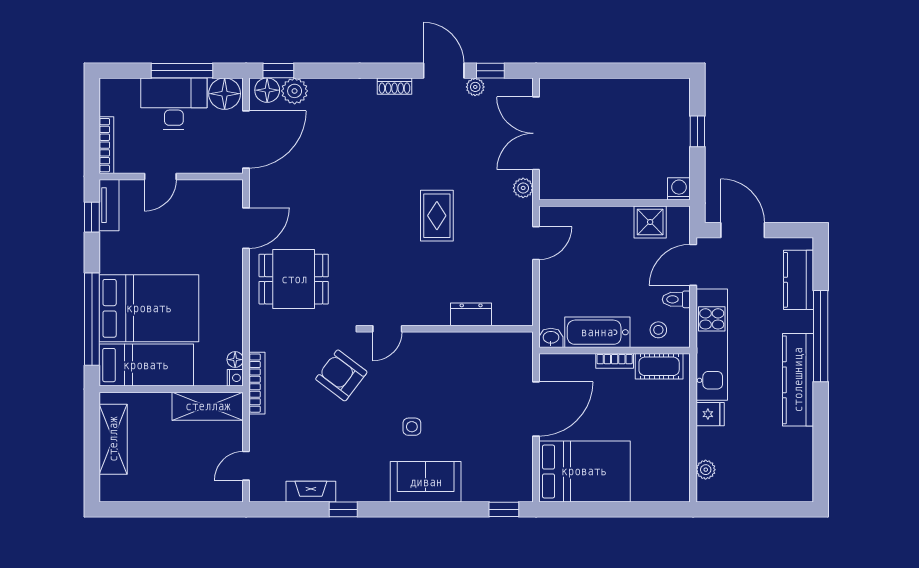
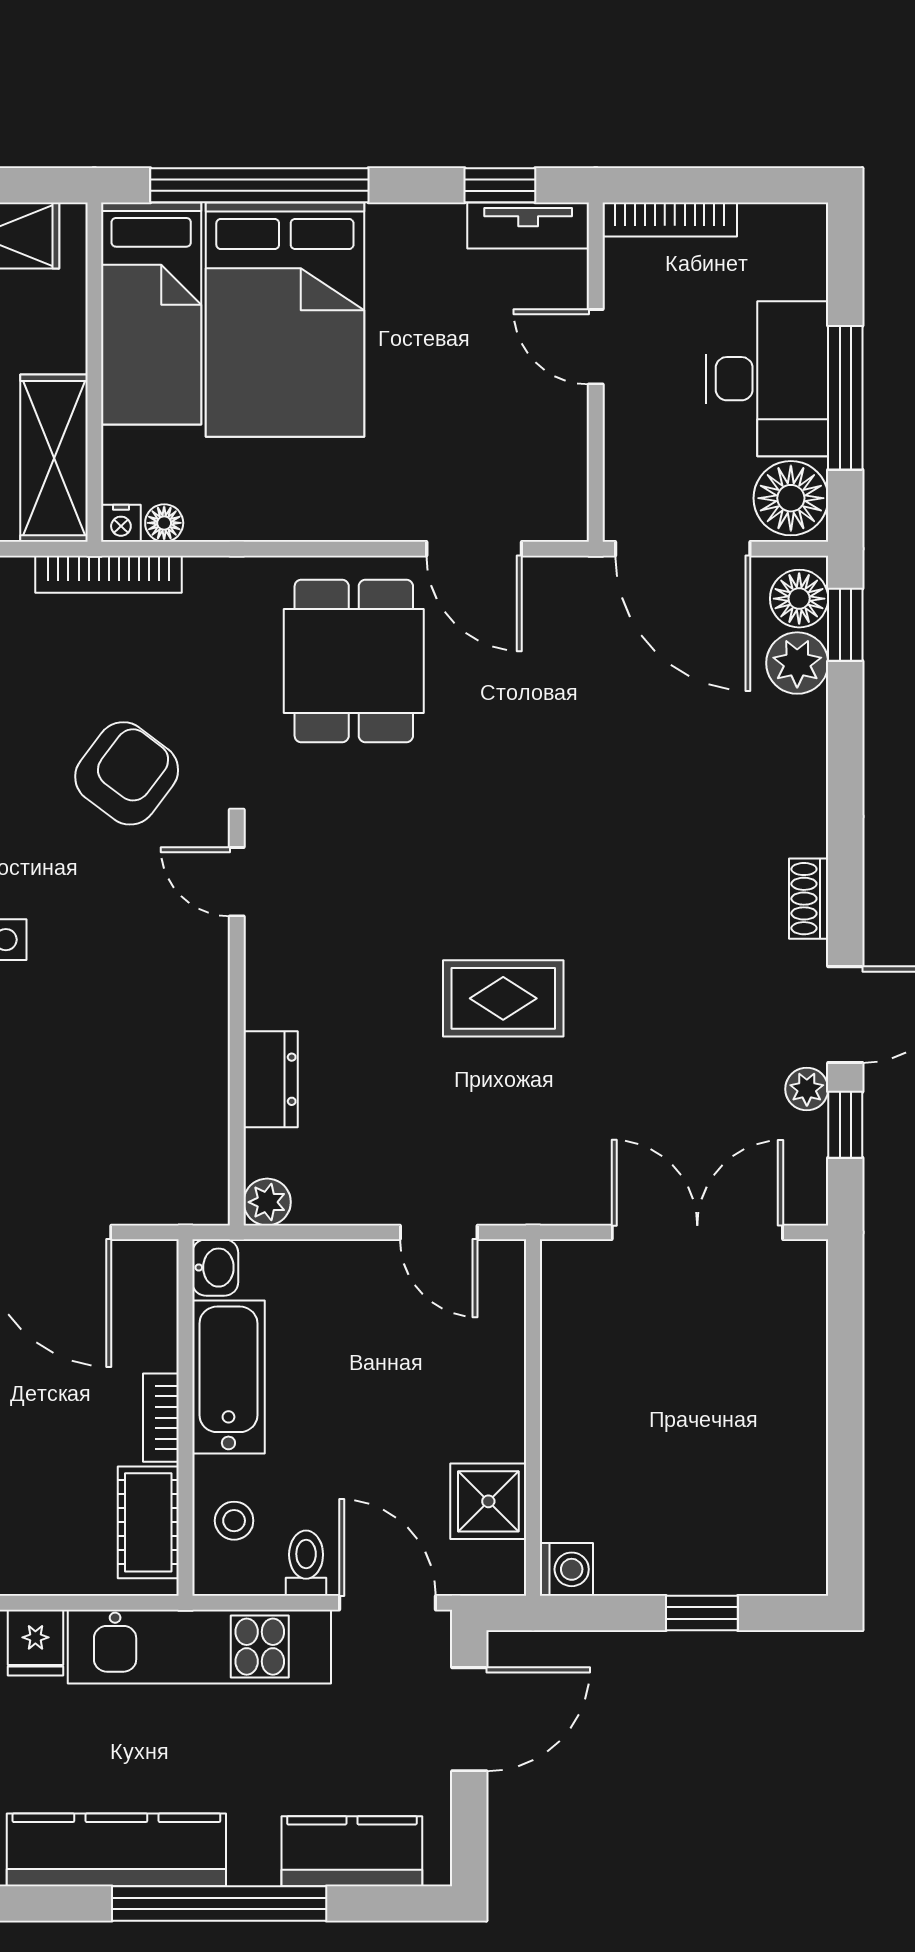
plant: (523, 188) -> (267, 1202), moved

